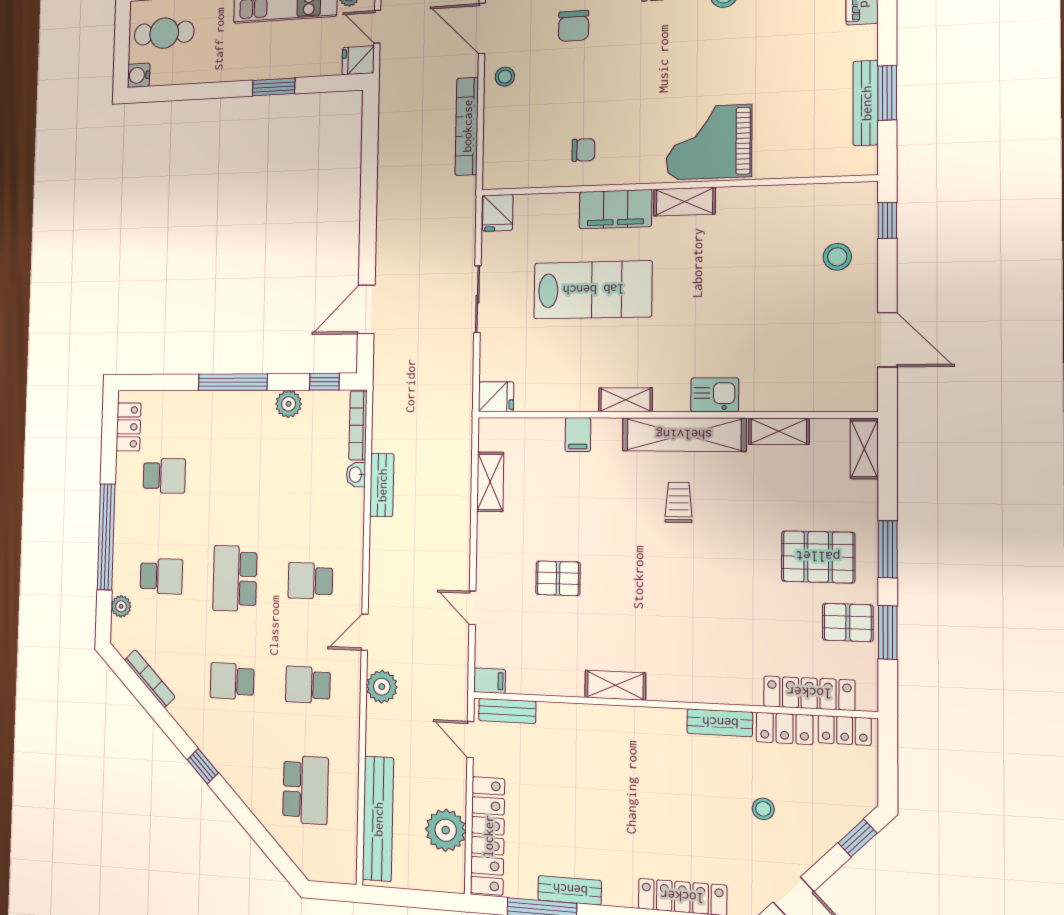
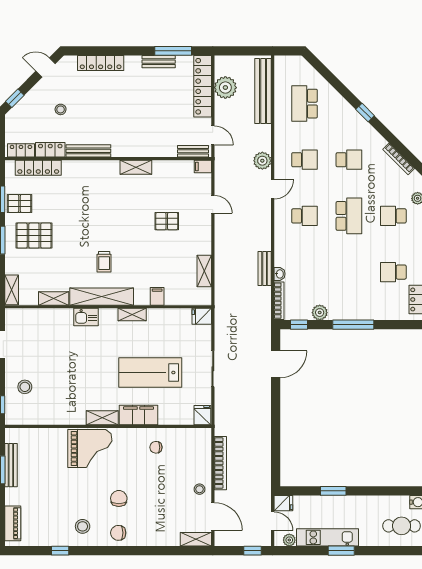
chair: (574, 26) -> (119, 498), moved
bench: (720, 723) -> (88, 151), width x1.36

